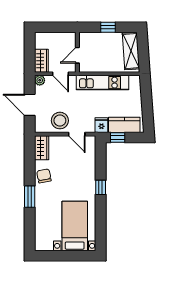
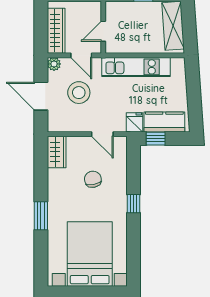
wardrobe: (41, 61) -> (56, 31), width x1.50
stool: (60, 121) -> (79, 93), moved
chair: (44, 176) -> (93, 179), moved
bed with nightstands: (75, 226) -> (90, 254), width x1.36

